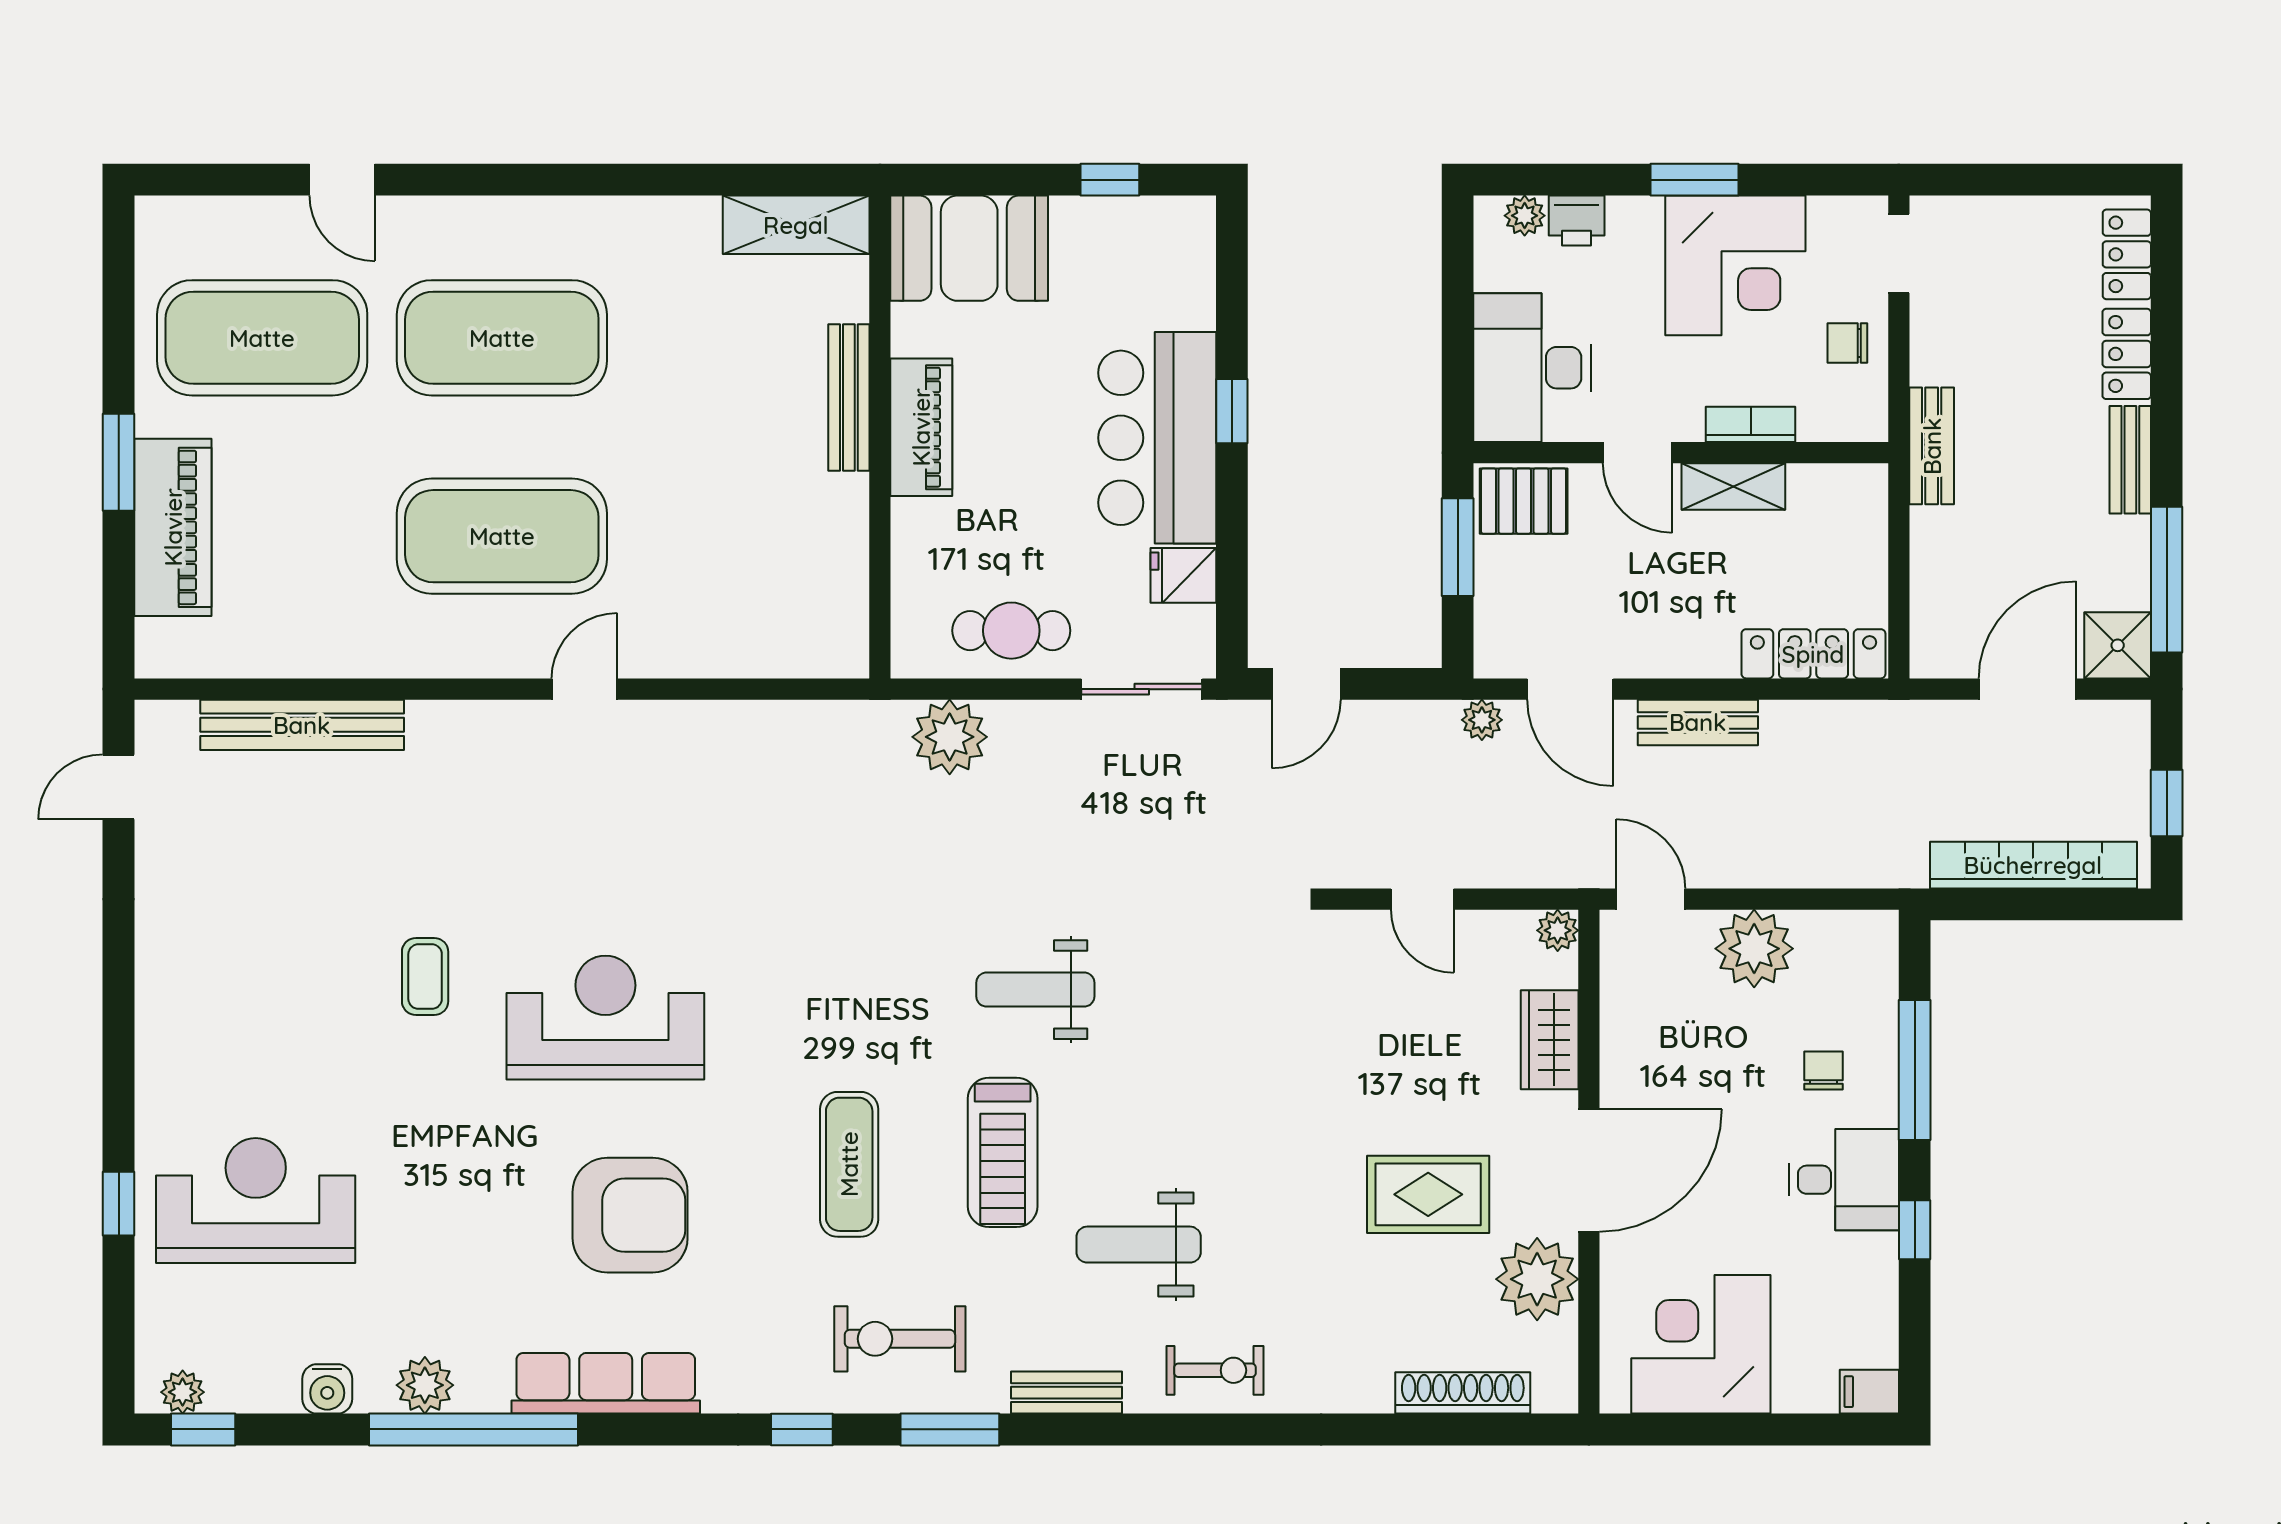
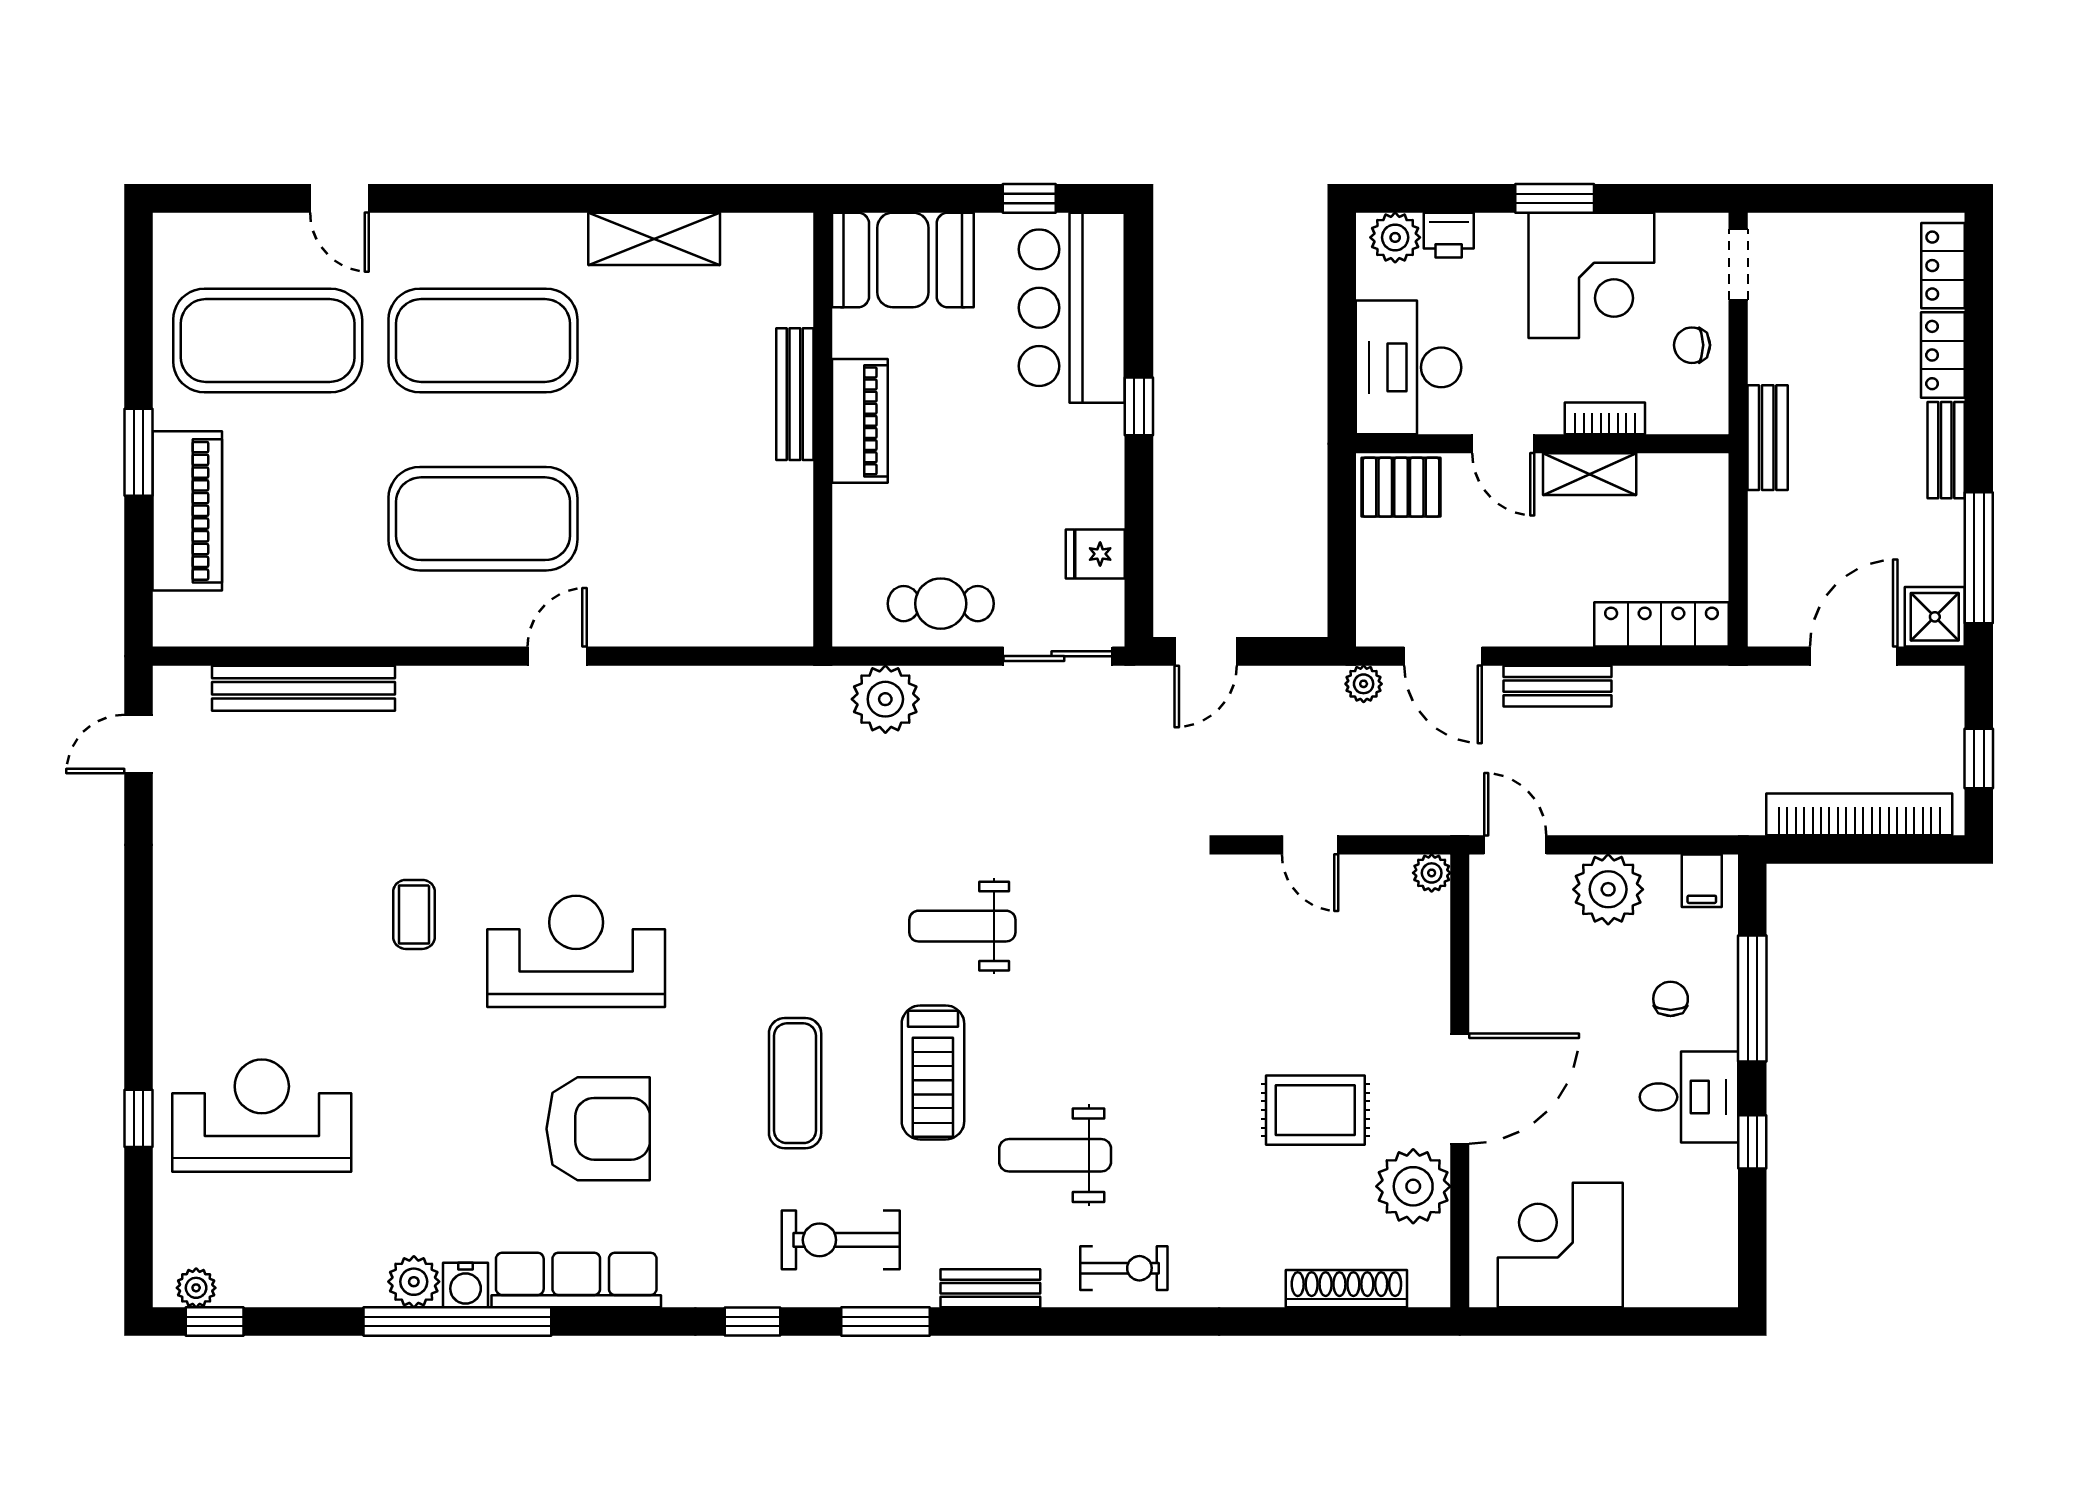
plant: (1525, 216) -> (1395, 237), width x1.38, depth x1.38
shelving: (796, 225) -> (654, 239), moved
bar counter: (1157, 438) -> (1072, 308), moved
window: (1458, 547) -> (1342, 529), removed
wardrobe: (1550, 1040) -> (1424, 971), removed
water cooler: (327, 1389) -> (466, 1285), moved
filing cabinet: (1869, 1392) -> (1702, 881), moved, turned -90

